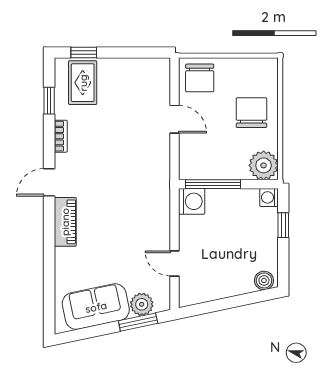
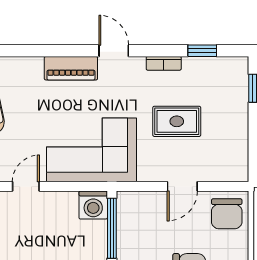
chair: (200, 78) -> (227, 214), turned -90
rug: (83, 83) -> (177, 121), moved
corner sofa: (141, 203) -> (92, 150), added

